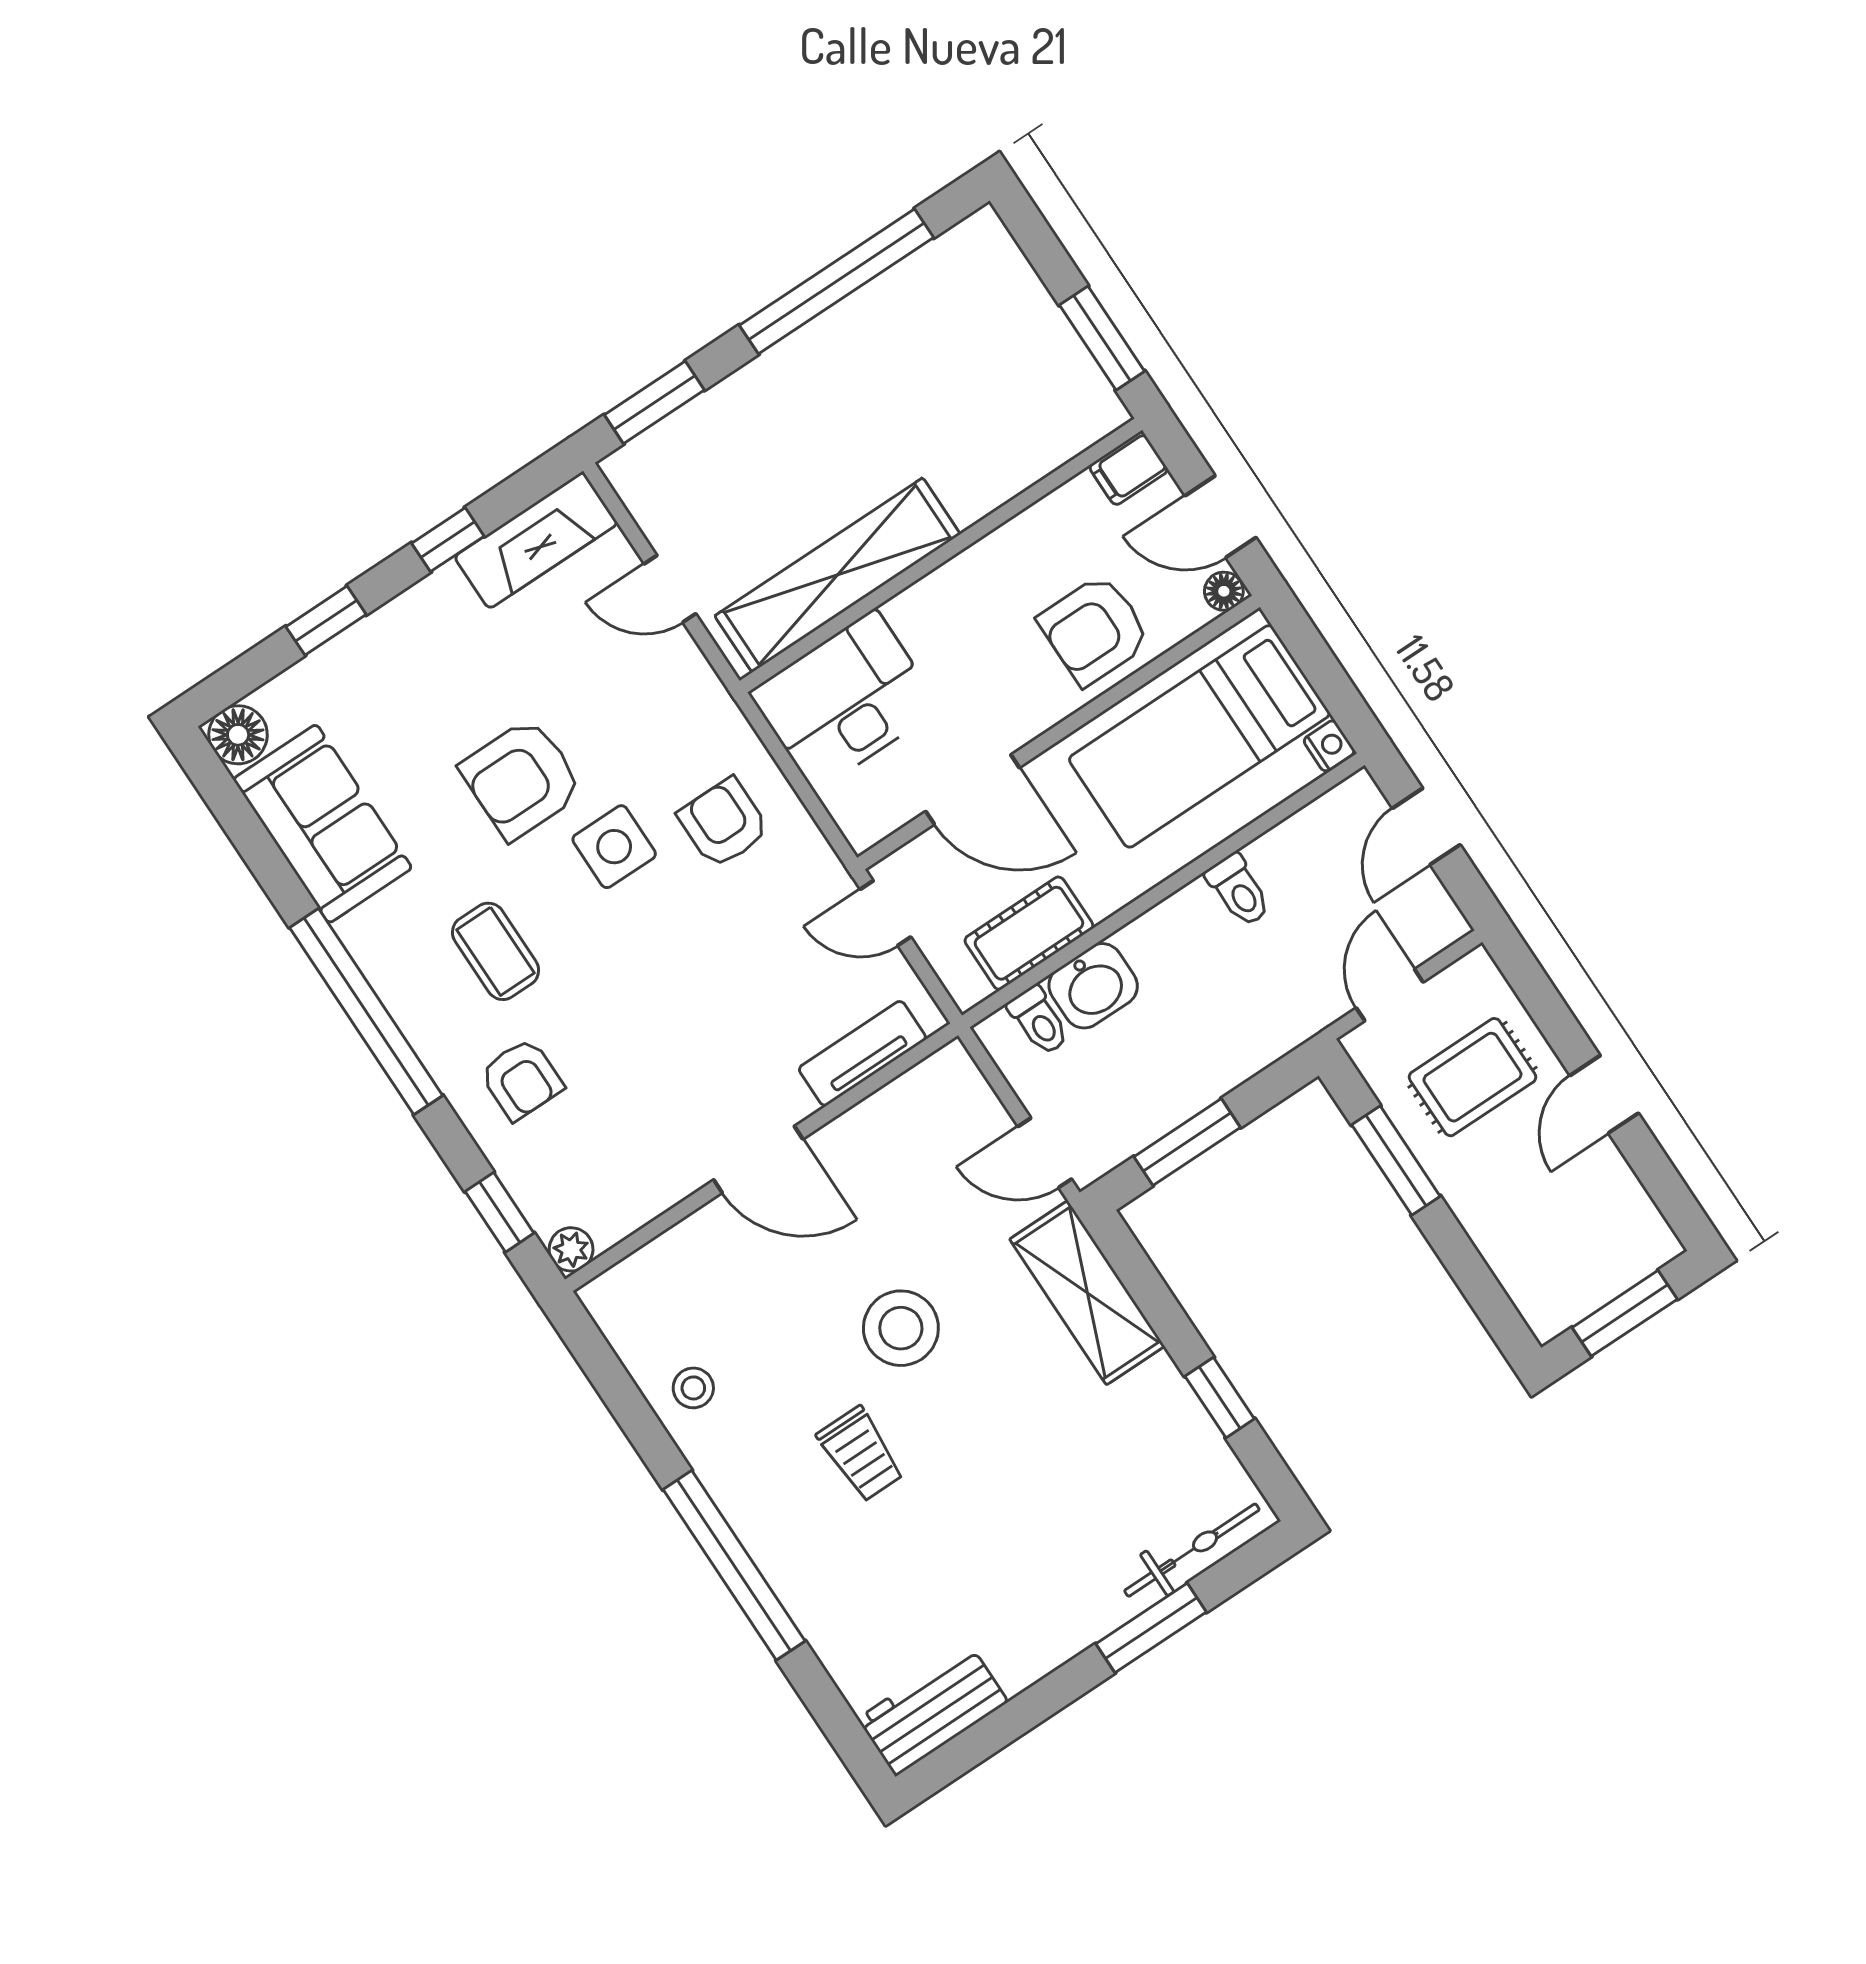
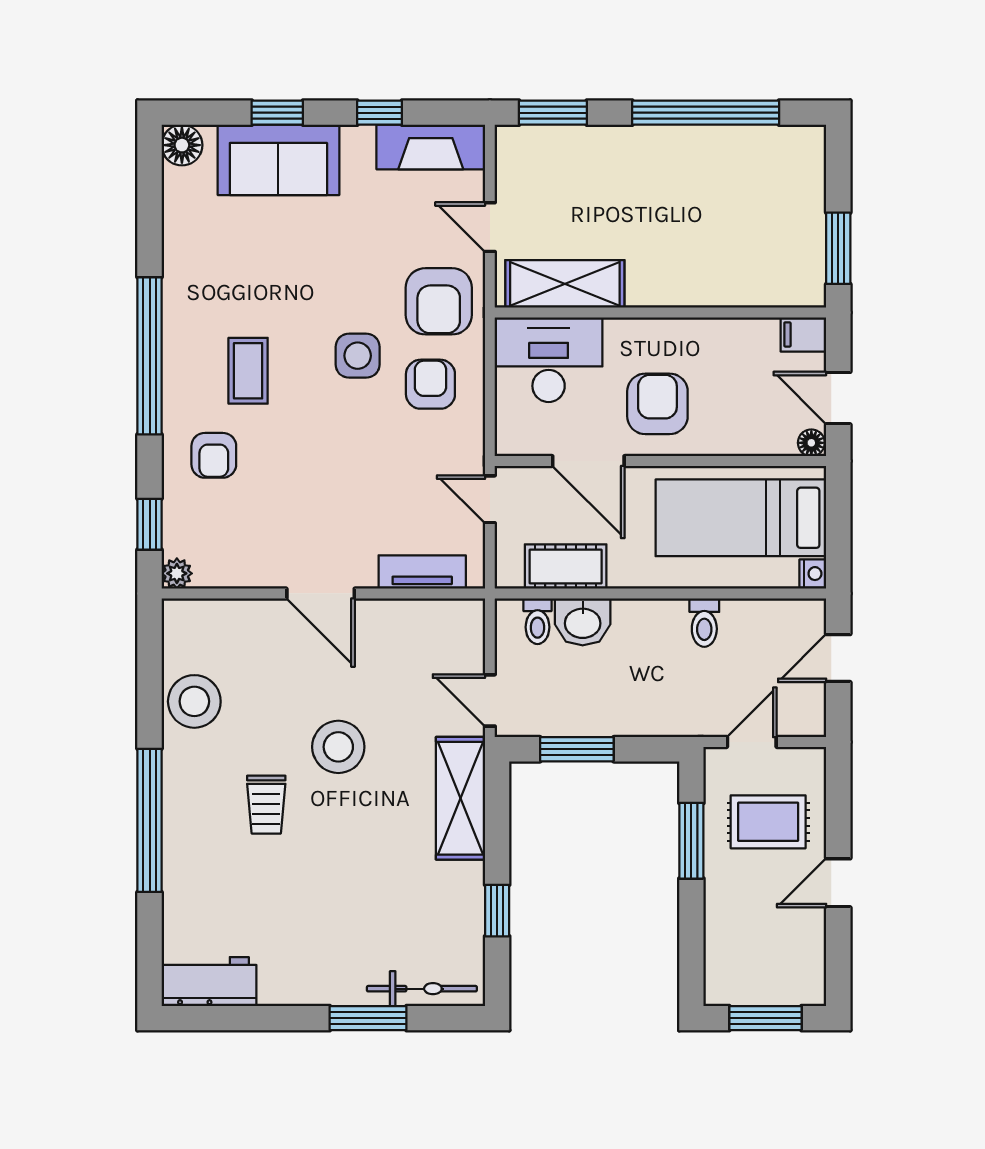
shelving: (837, 575) -> (565, 284), width x0.68
armchair: (1094, 630) -> (657, 404), moved, turned 90
armchair: (522, 779) -> (439, 301), moved, turned -90
sofa: (322, 824) -> (278, 160), moved, turned 90
stool: (693, 1388) -> (194, 701), width x1.89, depth x1.89

